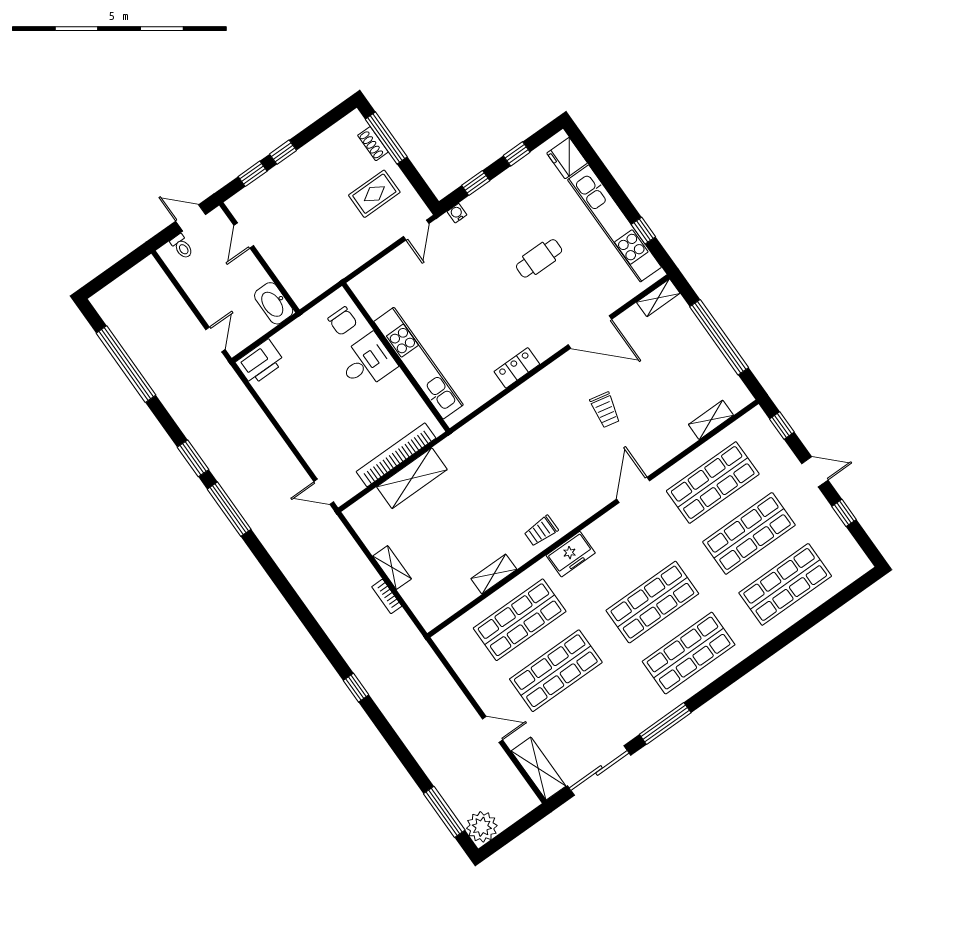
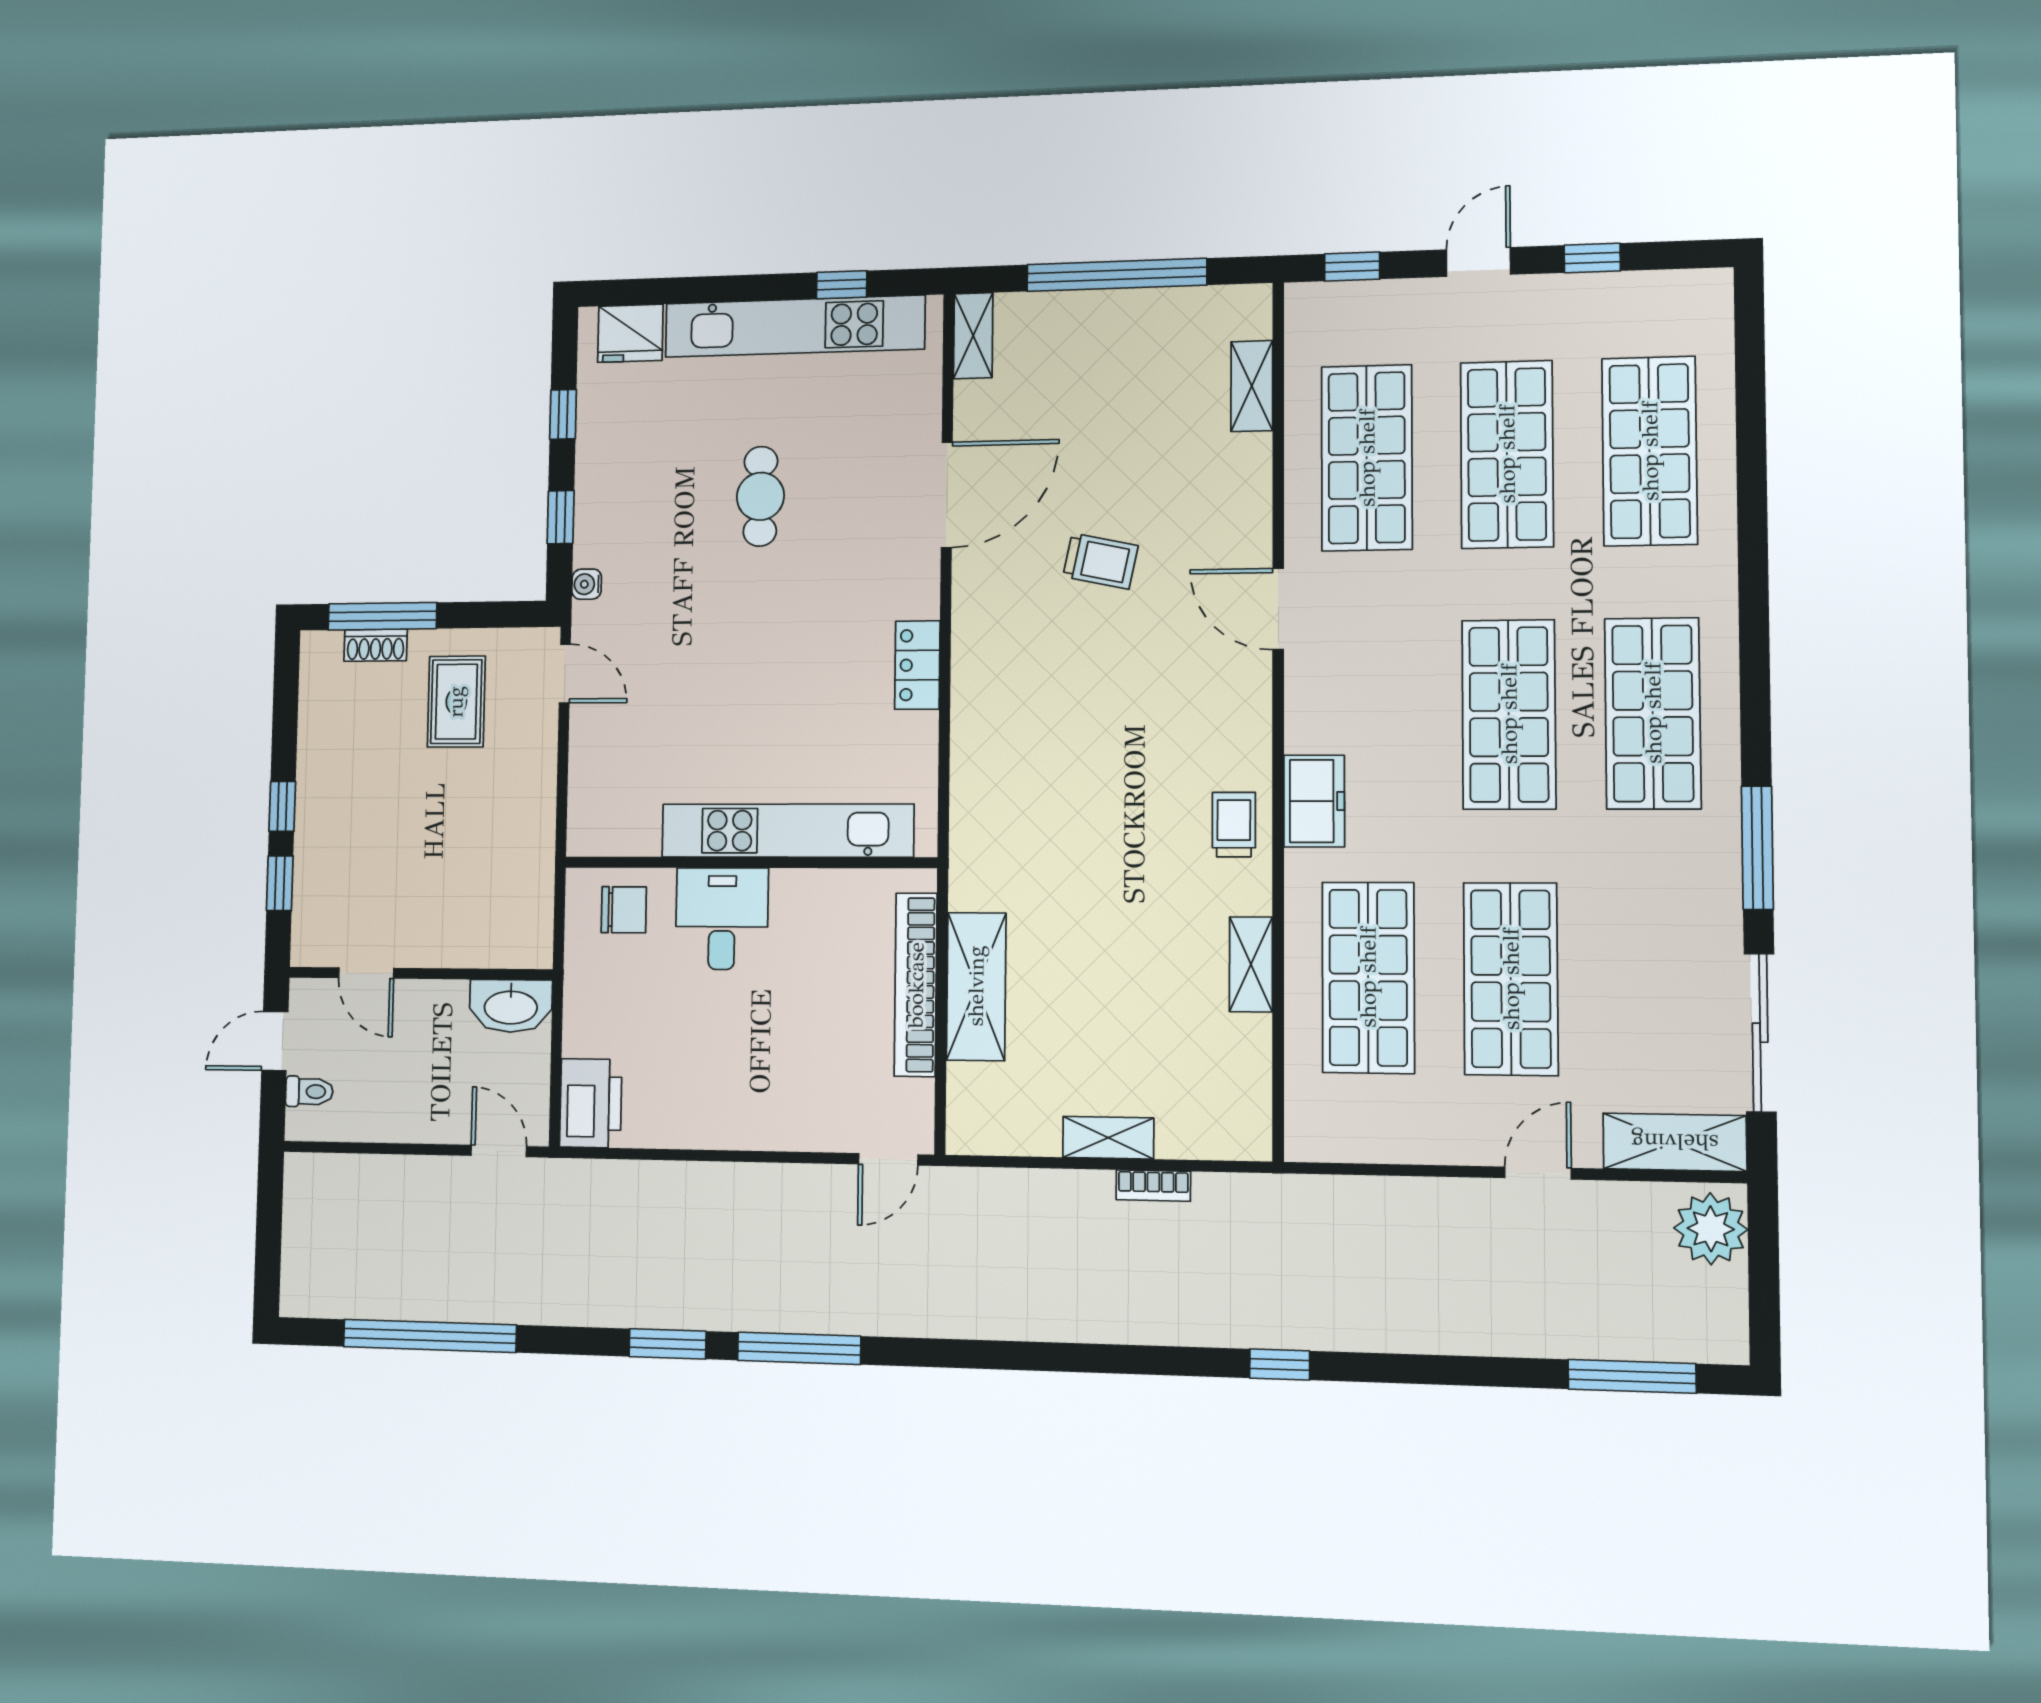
trolley: (541, 531) -> (1234, 825), turned 180
plant: (482, 827) -> (1711, 1229), moved

